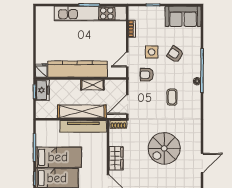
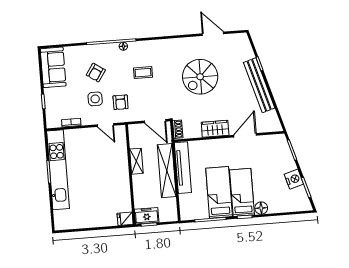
kitchen counter: (78, 69) -> (120, 179), removed
spiral stairs: (164, 148) -> (200, 77), turned 90

